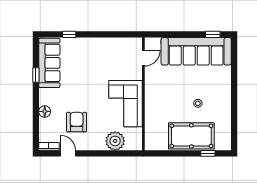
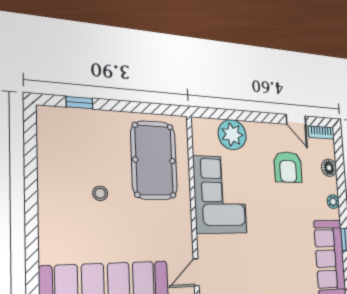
plant: (43, 100) -> (333, 202), added
floor lamp: (45, 111) -> (329, 168), moved
pool table: (191, 136) -> (154, 160), moved, turned 90

